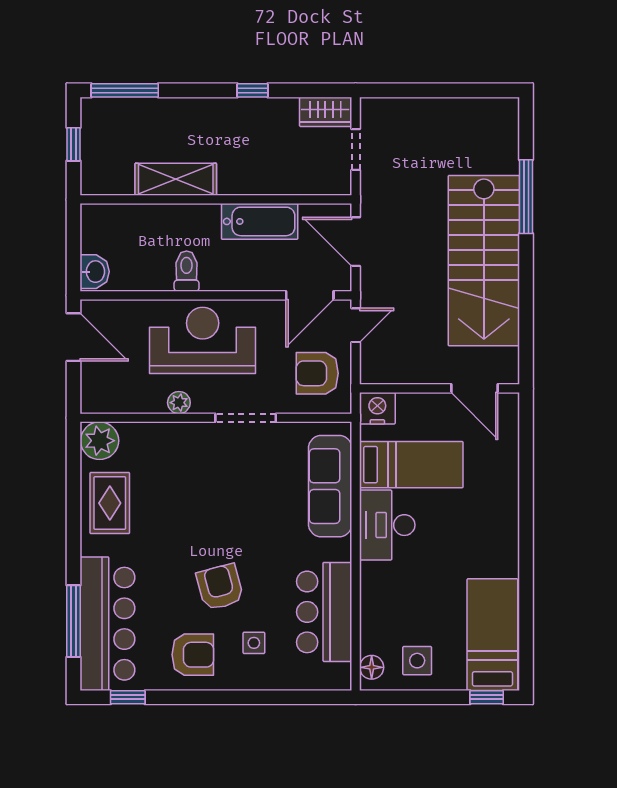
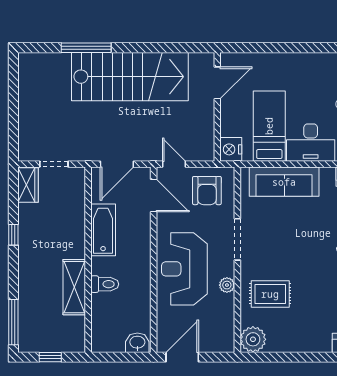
toilet: (187, 271) -> (105, 284), moved, turned 180
rug: (110, 503) -> (270, 294), moved

